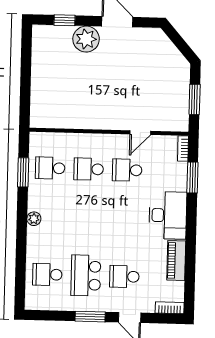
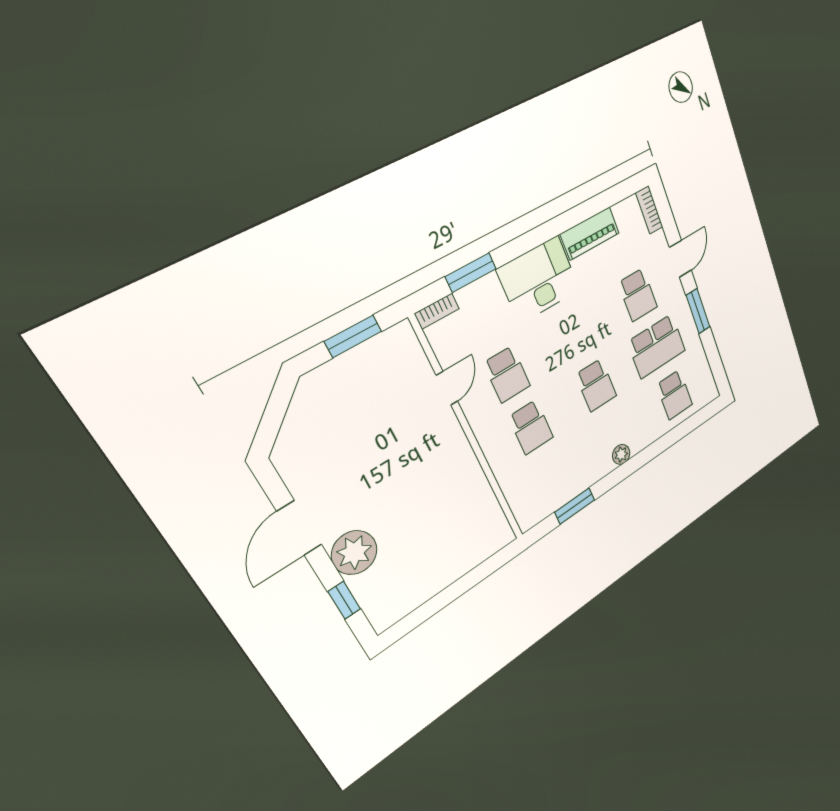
door: (140, 133) -> (447, 388), hinge flipped
school desk: (50, 168) -> (596, 385), moved

